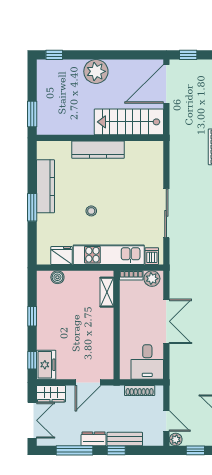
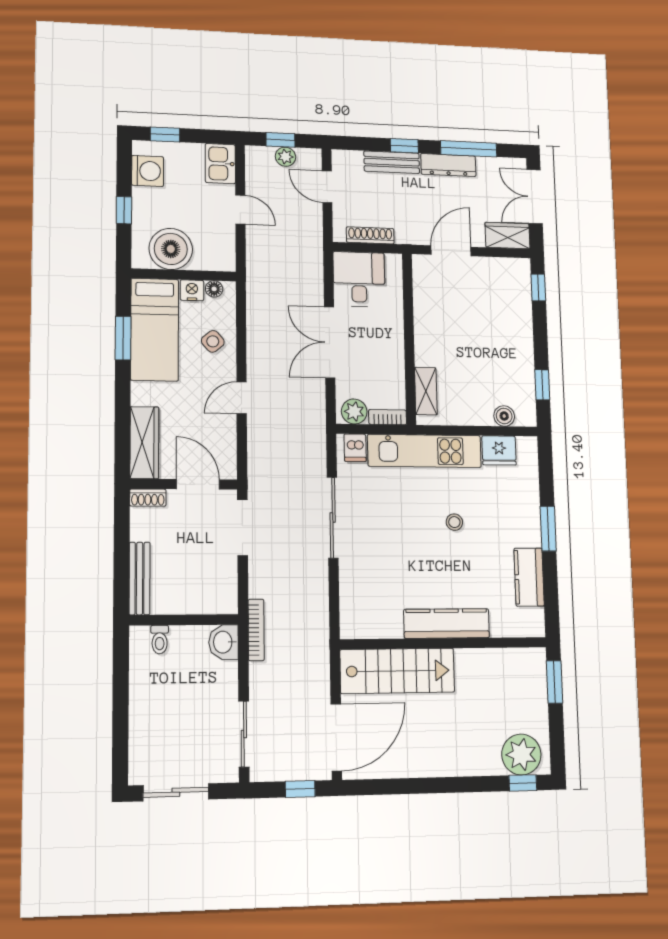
plant: (96, 71) -> (521, 755), moved
kitchen counter: (45, 186) -> (529, 577), width x0.67
window: (32, 316) -> (542, 385), moved
freezer: (46, 365) -> (517, 280), removed
dresser: (94, 439) -> (448, 165), width x1.44
plant: (176, 439) -> (285, 157), moved

